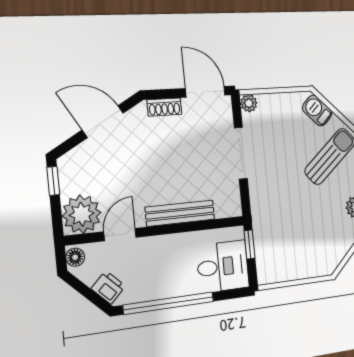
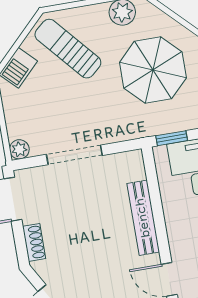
parasol: (308, 231) -> (153, 70), added

